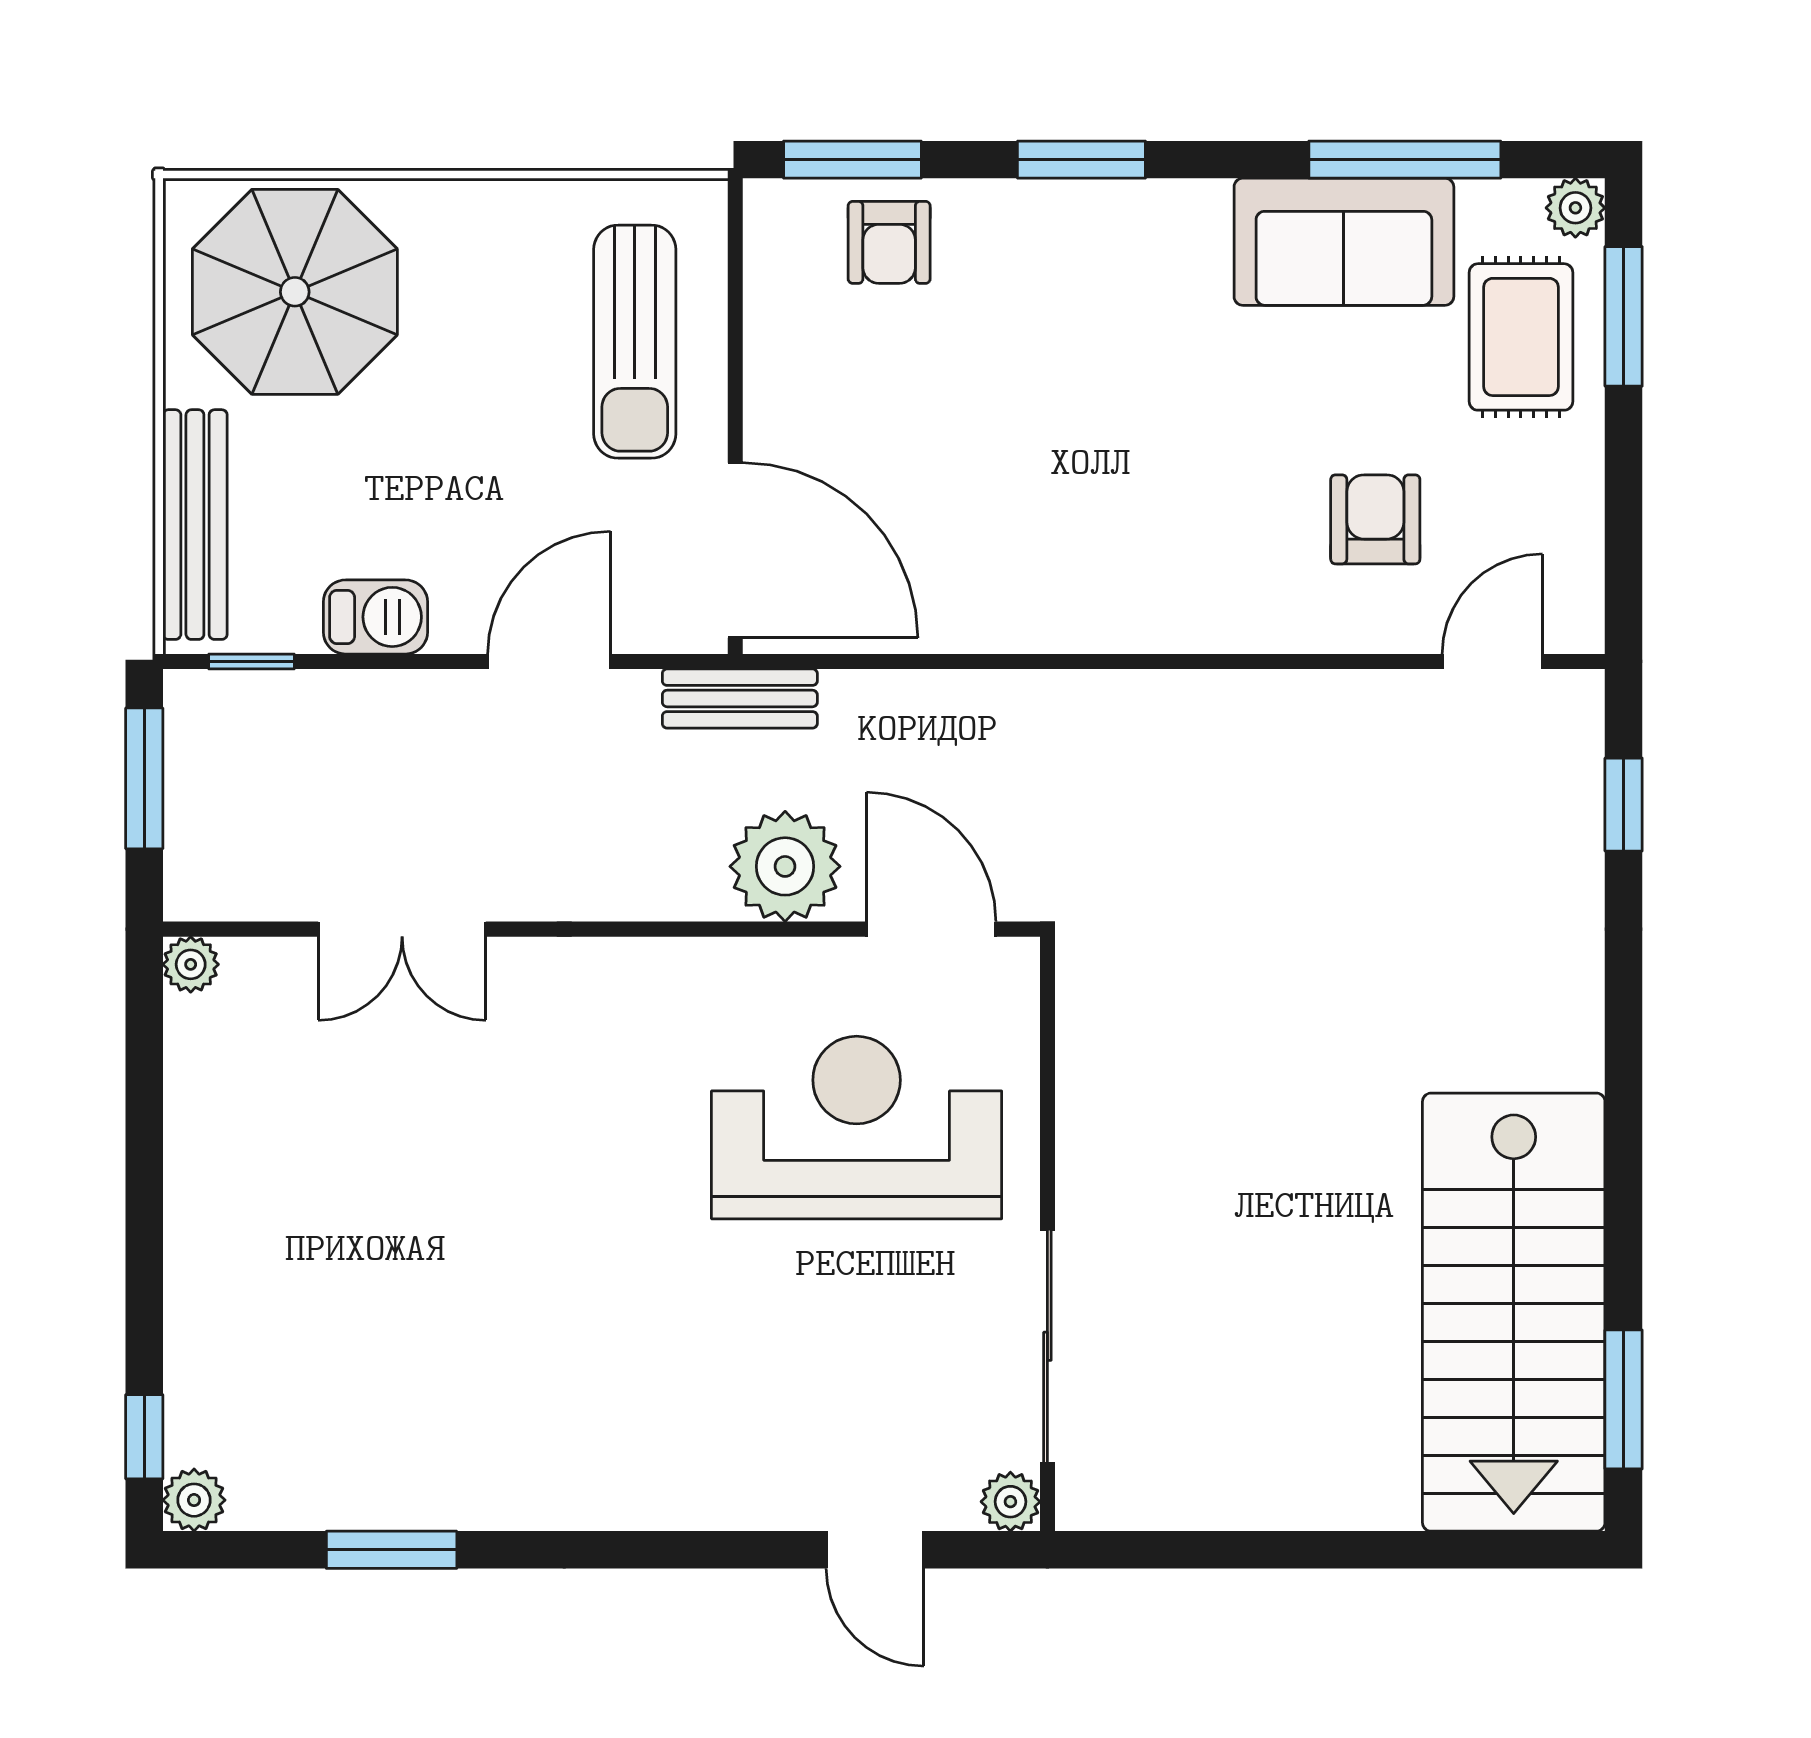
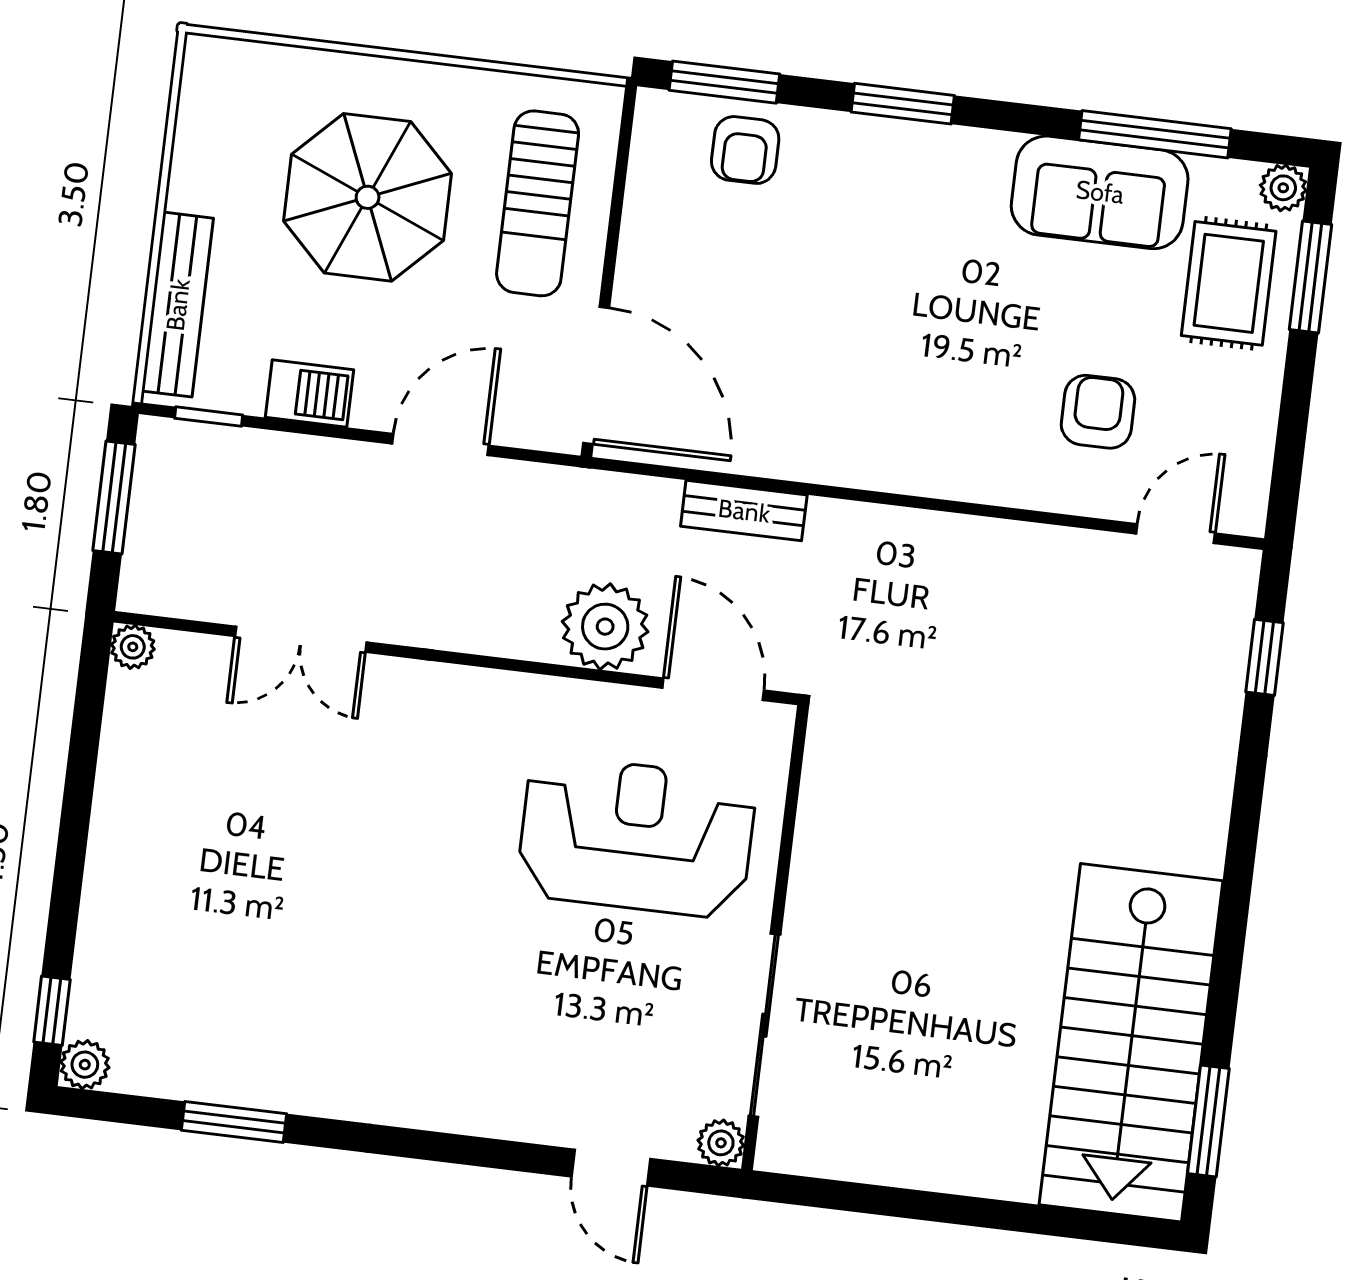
parasol: (295, 292) -> (368, 197), moved
bench: (740, 698) -> (744, 511), moved

